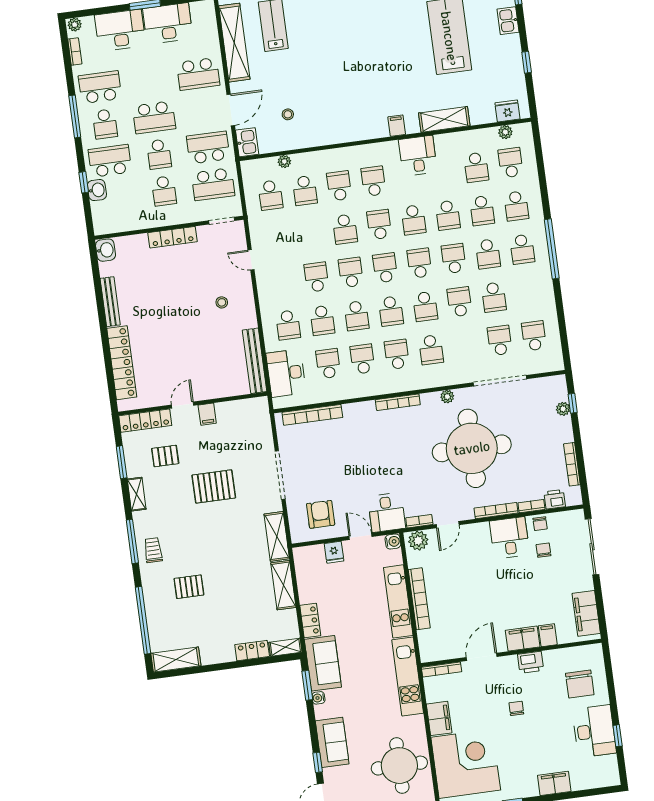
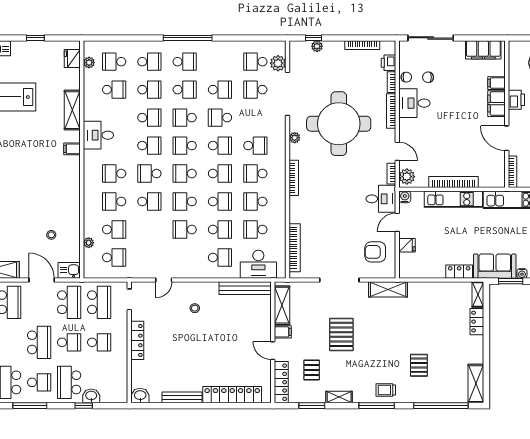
school desk: (208, 147) -> (69, 302), turned 180
plant: (536, 364) -> (278, 63), added
shelving: (283, 585) -> (282, 305), moved, turned 90

